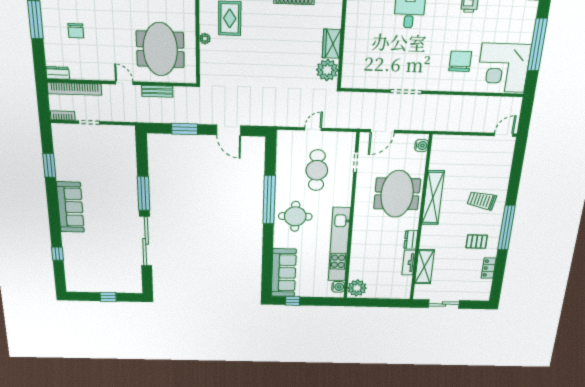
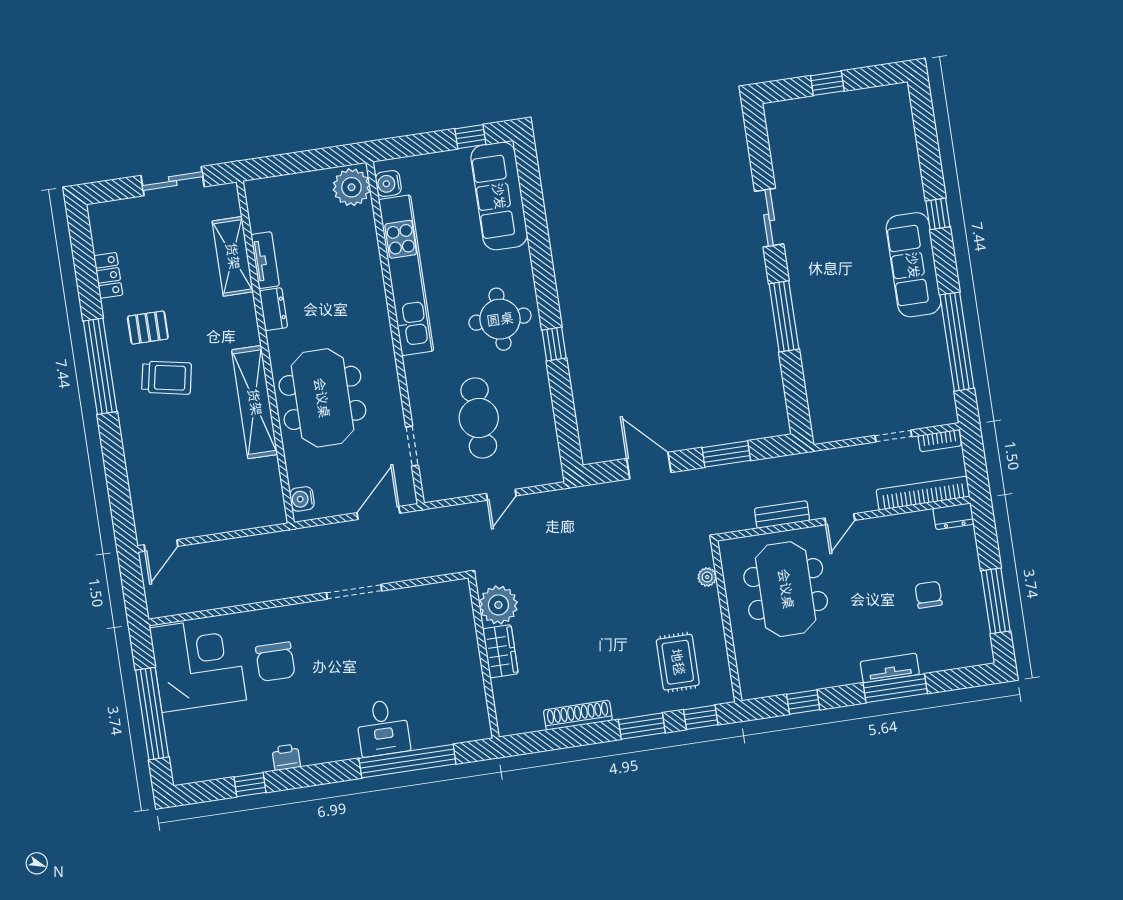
plant: (205, 39) -> (707, 577), moved
door: (124, 83) -> (840, 519), hinge flipped
window: (49, 165) -> (957, 342), width x2.11
window: (269, 200) -> (554, 344), width x0.32
trolley: (482, 201) -> (167, 378), moved
sliding door: (146, 241) -> (769, 218), width x0.54
window: (58, 254) -> (938, 214), moved

